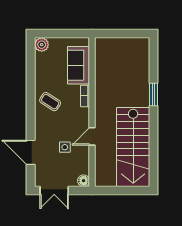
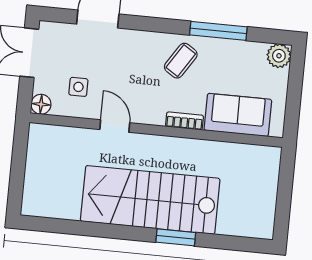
window: (31, 81) -> (218, 31), added
side table: (65, 147) -> (78, 87), moved
stairs: (133, 147) -> (150, 200), moved

